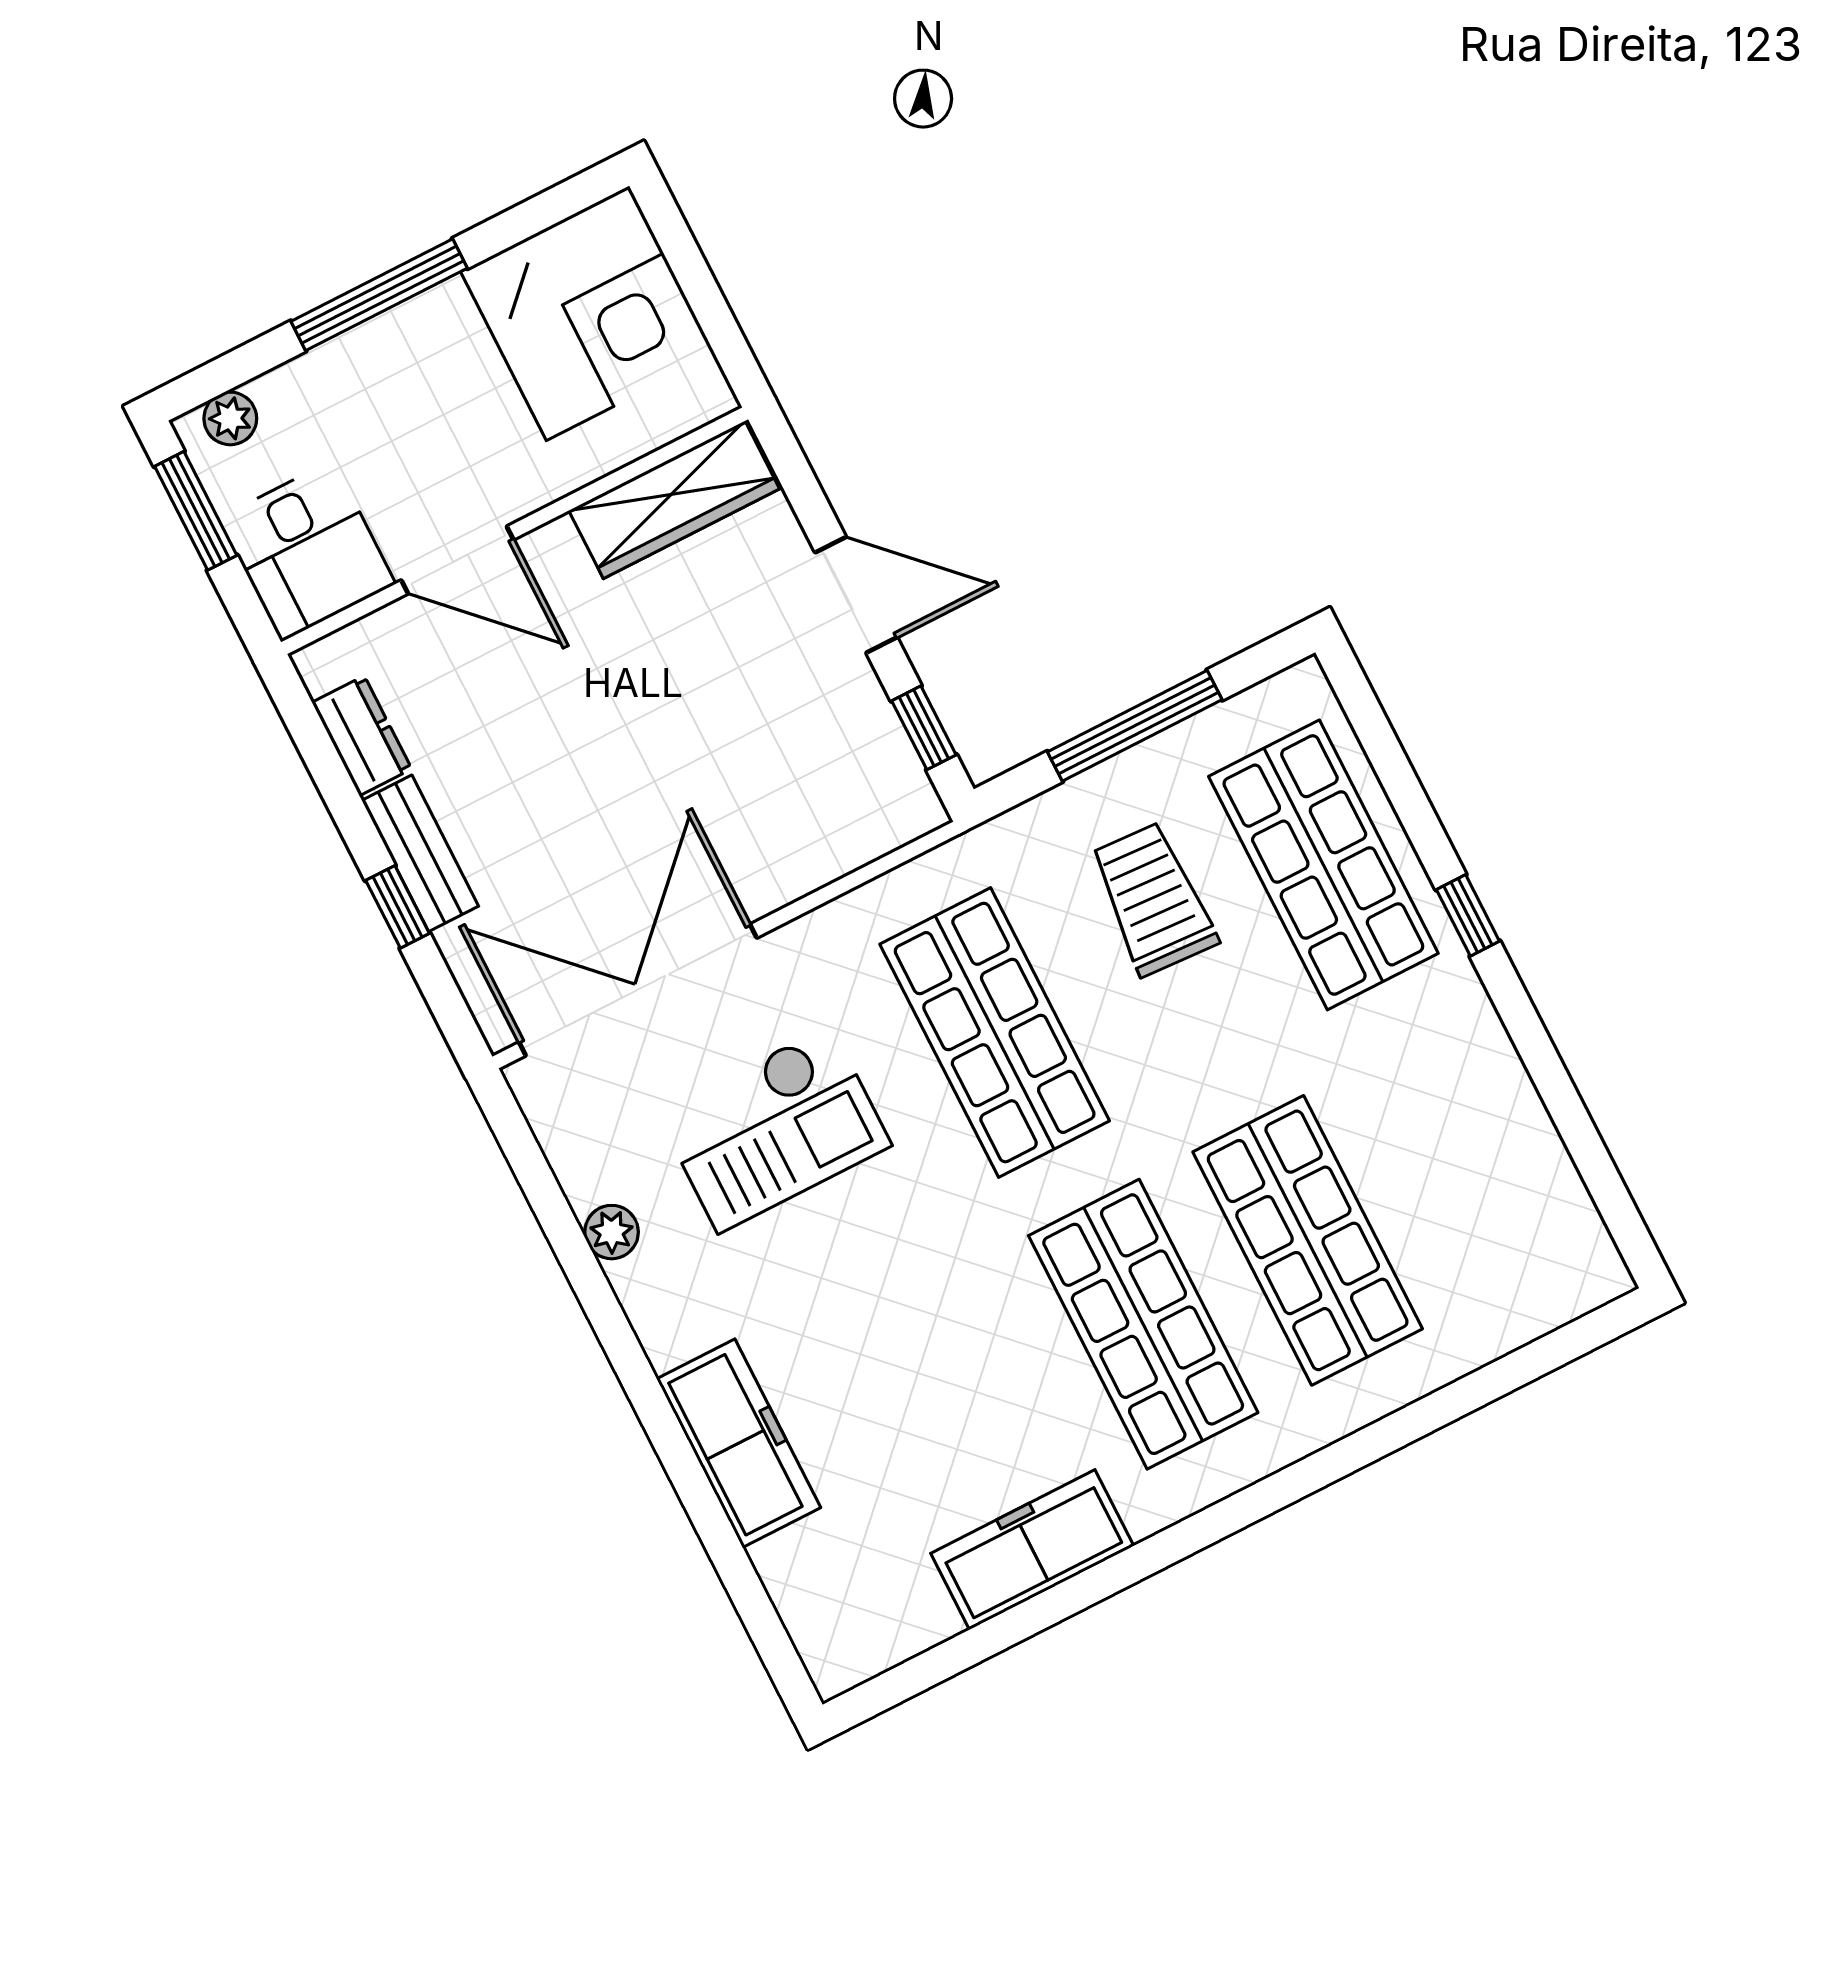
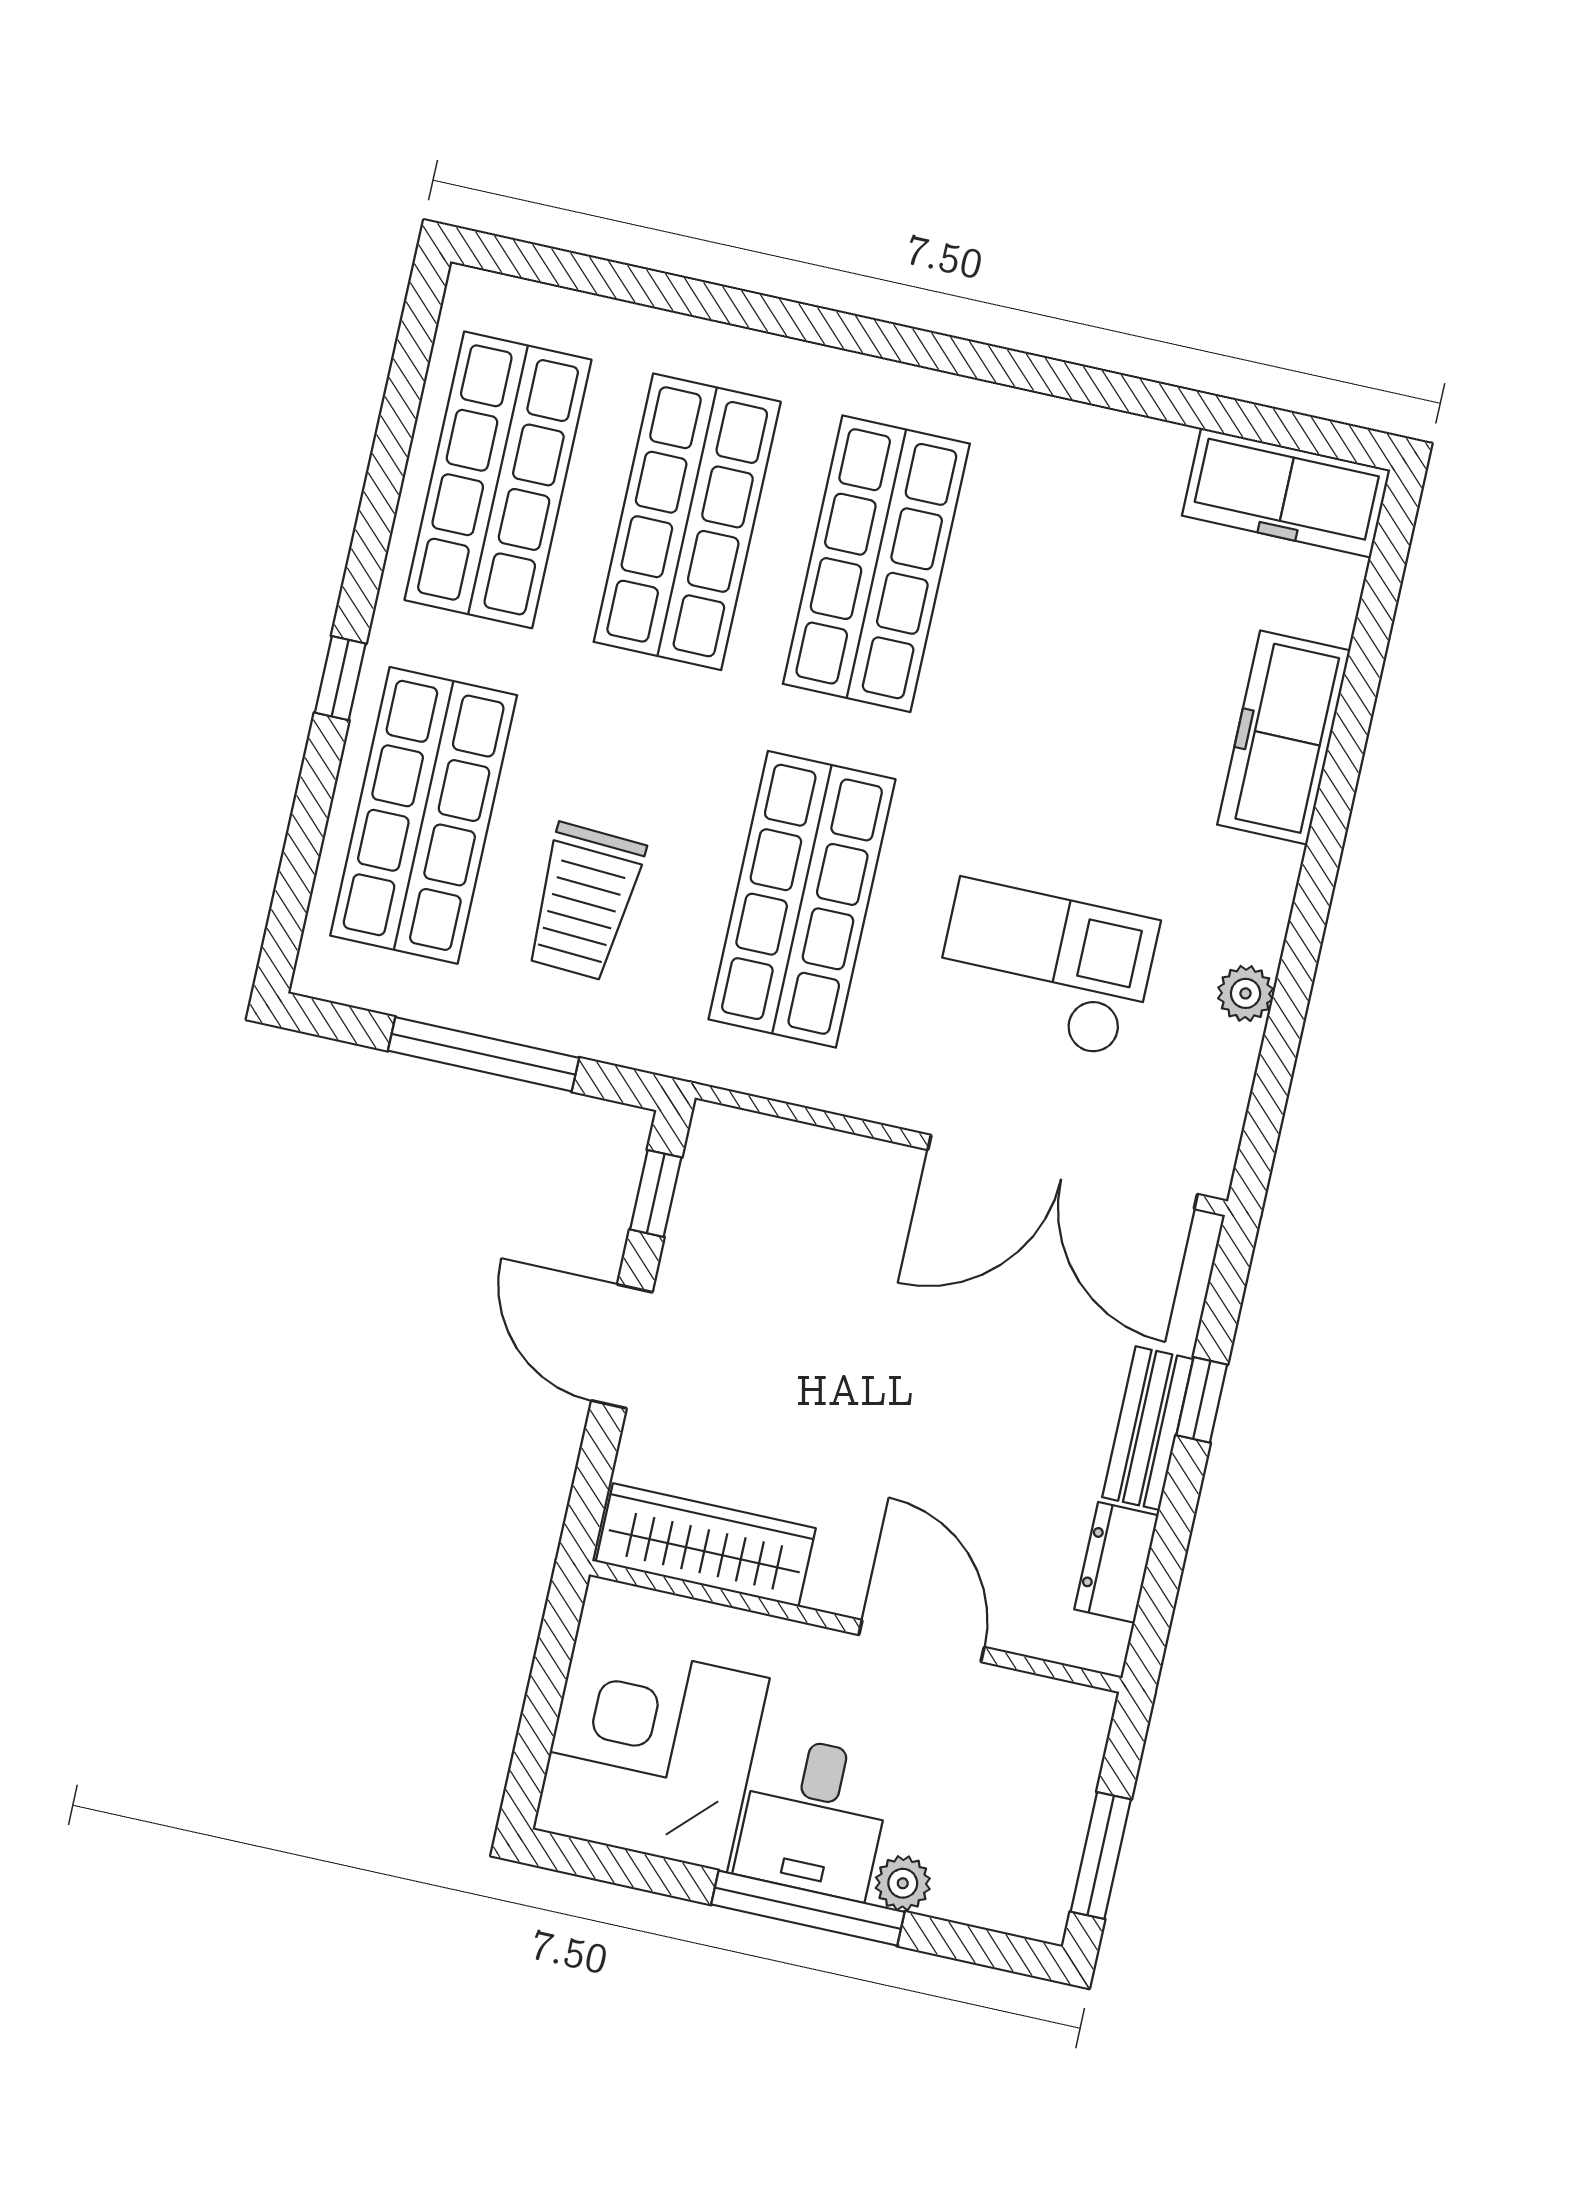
plant: (230, 418) -> (903, 1883), moved
desk: (307, 551) -> (814, 1817), moved, turned 180
shop shelf: (1472, 1157) -> (498, 480), added
freezer: (1032, 1550) -> (1286, 493), moved

